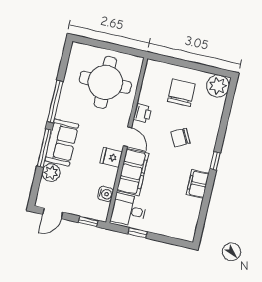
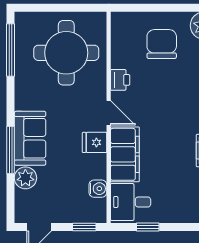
window: (55, 102) -> (11, 50), moved
chair: (180, 137) -> (173, 99), removed

